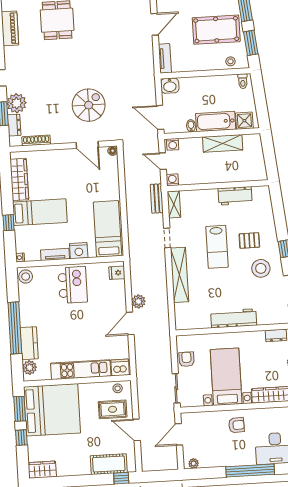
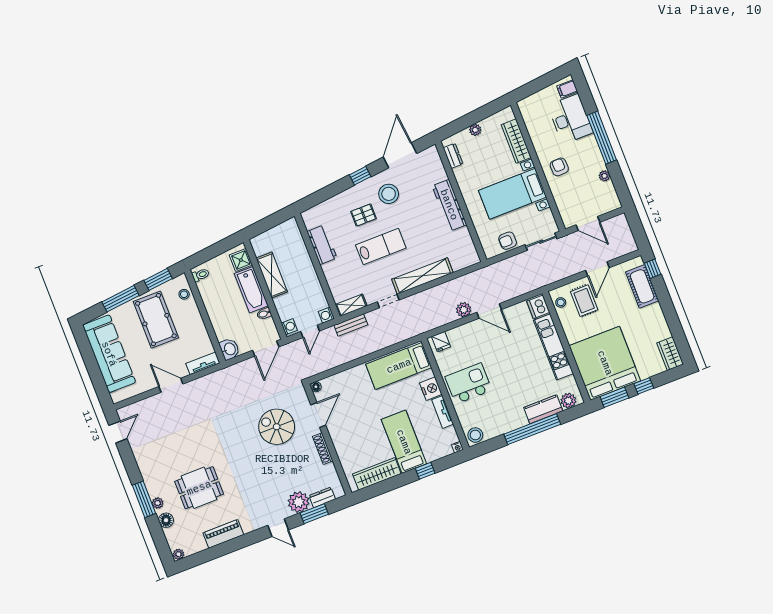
shoe rack: (36, 140) -> (323, 449), moved
pallet: (249, 240) -> (363, 215), turned 90
plant: (194, 463) -> (604, 176), moved

